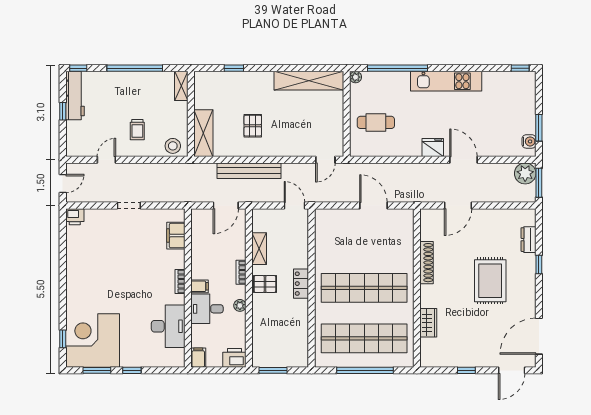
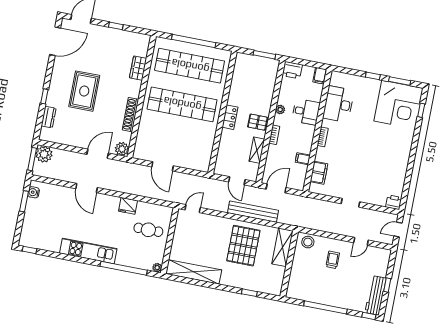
shelving: (181, 86) -> (292, 287), removed
pallet: (253, 126) -> (243, 246), width x2.05, depth x2.00
fridge: (433, 147) -> (128, 206), moved
plant: (525, 173) -> (44, 154), moved
door: (295, 205) -> (237, 181), moved
plant: (429, 217) -> (122, 149), added
filing cabinet: (200, 286) -> (303, 159), moved

